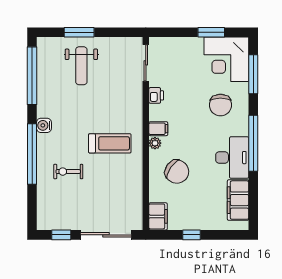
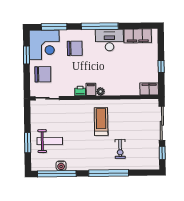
printer: (156, 95) -> (80, 91), moved
water cooler: (44, 125) -> (61, 166), moved
chair: (177, 172) -> (43, 74), moved, turned 55

